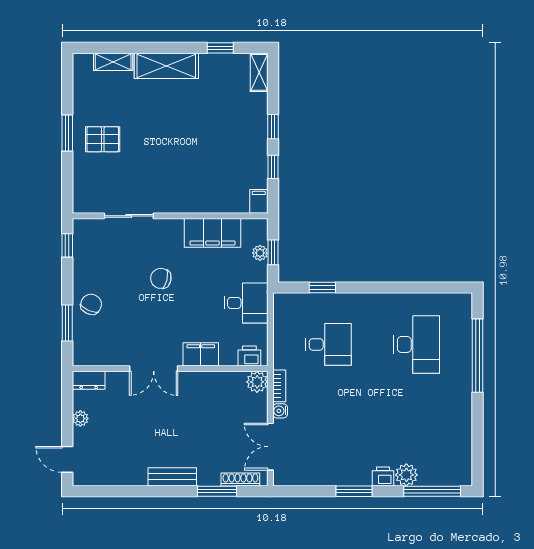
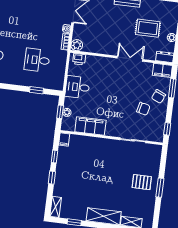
chair: (161, 278) -> (143, 109), moved
filing cabinet: (201, 354) -> (162, 70), moved
rug: (127, 431) -> (148, 28), added

